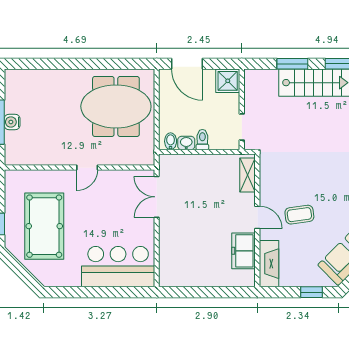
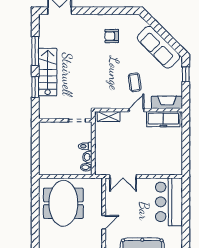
door: (187, 64) -> (35, 156), removed
shower: (228, 81) -> (46, 130), removed
door: (87, 168) -> (104, 222), hinge flipped
freezer: (243, 251) -> (163, 119), width x1.40

